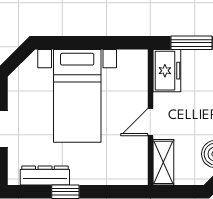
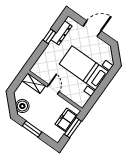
freezer: (167, 71) -> (66, 120), moved, turned 90

